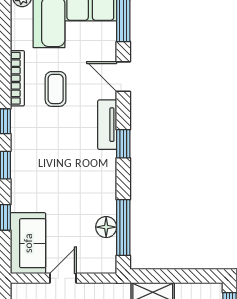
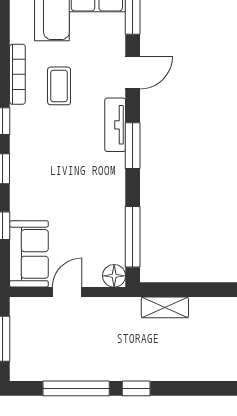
door: (123, 77) -> (133, 72), swing flipped
window: (123, 144) -> (133, 146), width x1.50
floor lamp: (106, 227) -> (114, 276), moved

